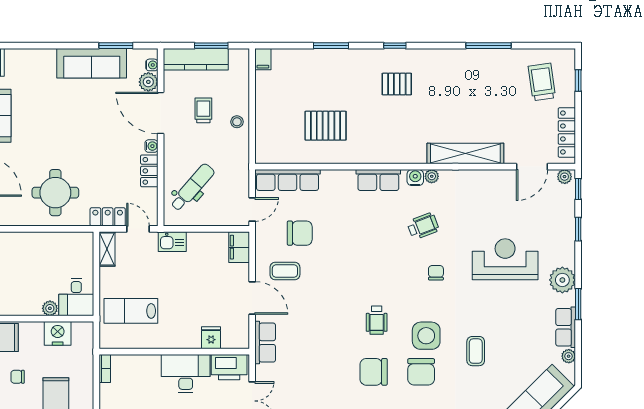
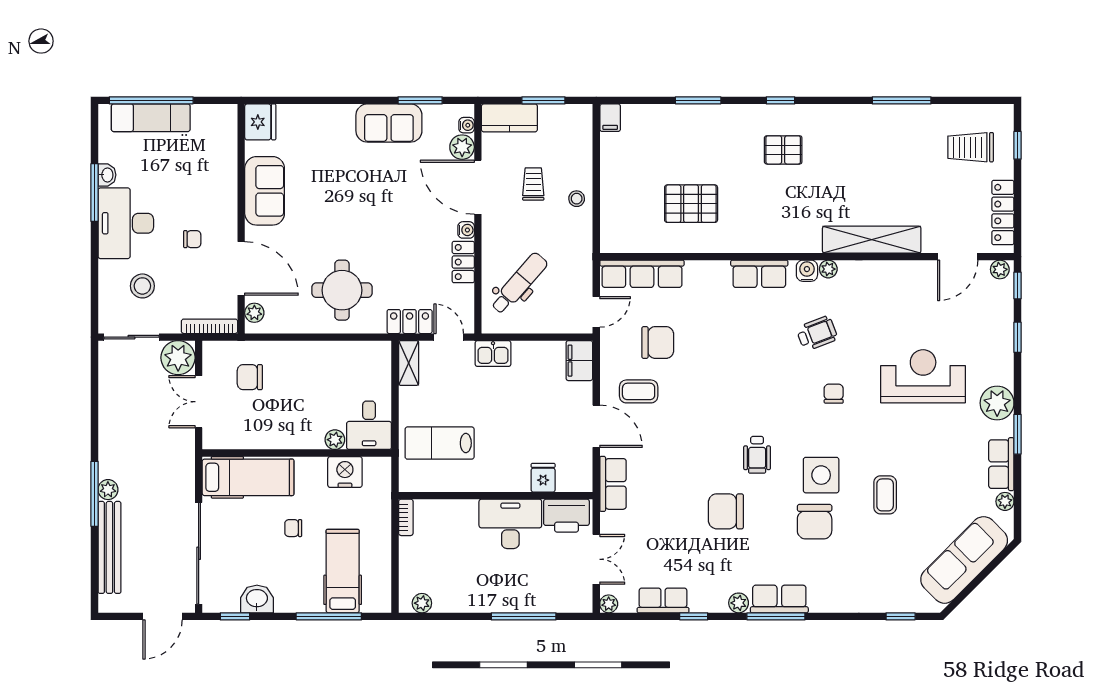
kitchen counter: (196, 59) -> (509, 118), width x0.67
sofa: (92, 63) -> (389, 123), width x0.73
trolley: (542, 82) -> (971, 147), turned -82
chair: (374, 372) -> (726, 511), moved

